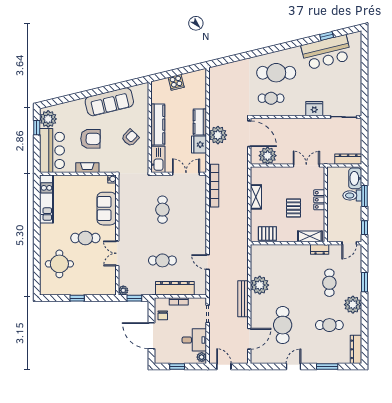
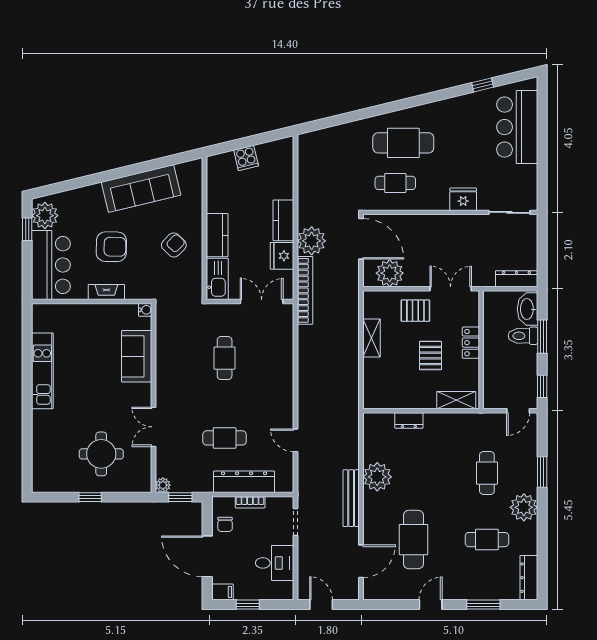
bar counter: (326, 52) -> (517, 127), moved, turned 104
kitchen counter: (158, 125) -> (217, 235), width x0.67
bookcase: (214, 186) -> (305, 290), moved
kitchen unit: (47, 199) -> (42, 371), moved
pallet: (267, 233) -> (415, 311), moved
cafe table: (85, 238) -> (103, 403), removed
dresser: (320, 249) -> (409, 420), moved
round table: (59, 264) -> (101, 454), moved
plant: (202, 357) -> (286, 590), removed
filing cabinet: (161, 358) -> (222, 592), added

